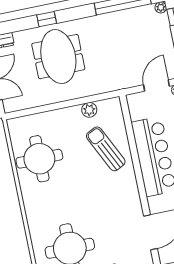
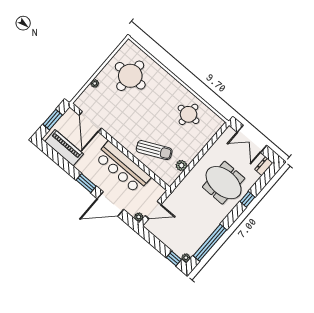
door: (156, 86) -> (153, 210), hinge flipped
round table: (39, 159) -> (188, 114), width x0.73, depth x0.73

